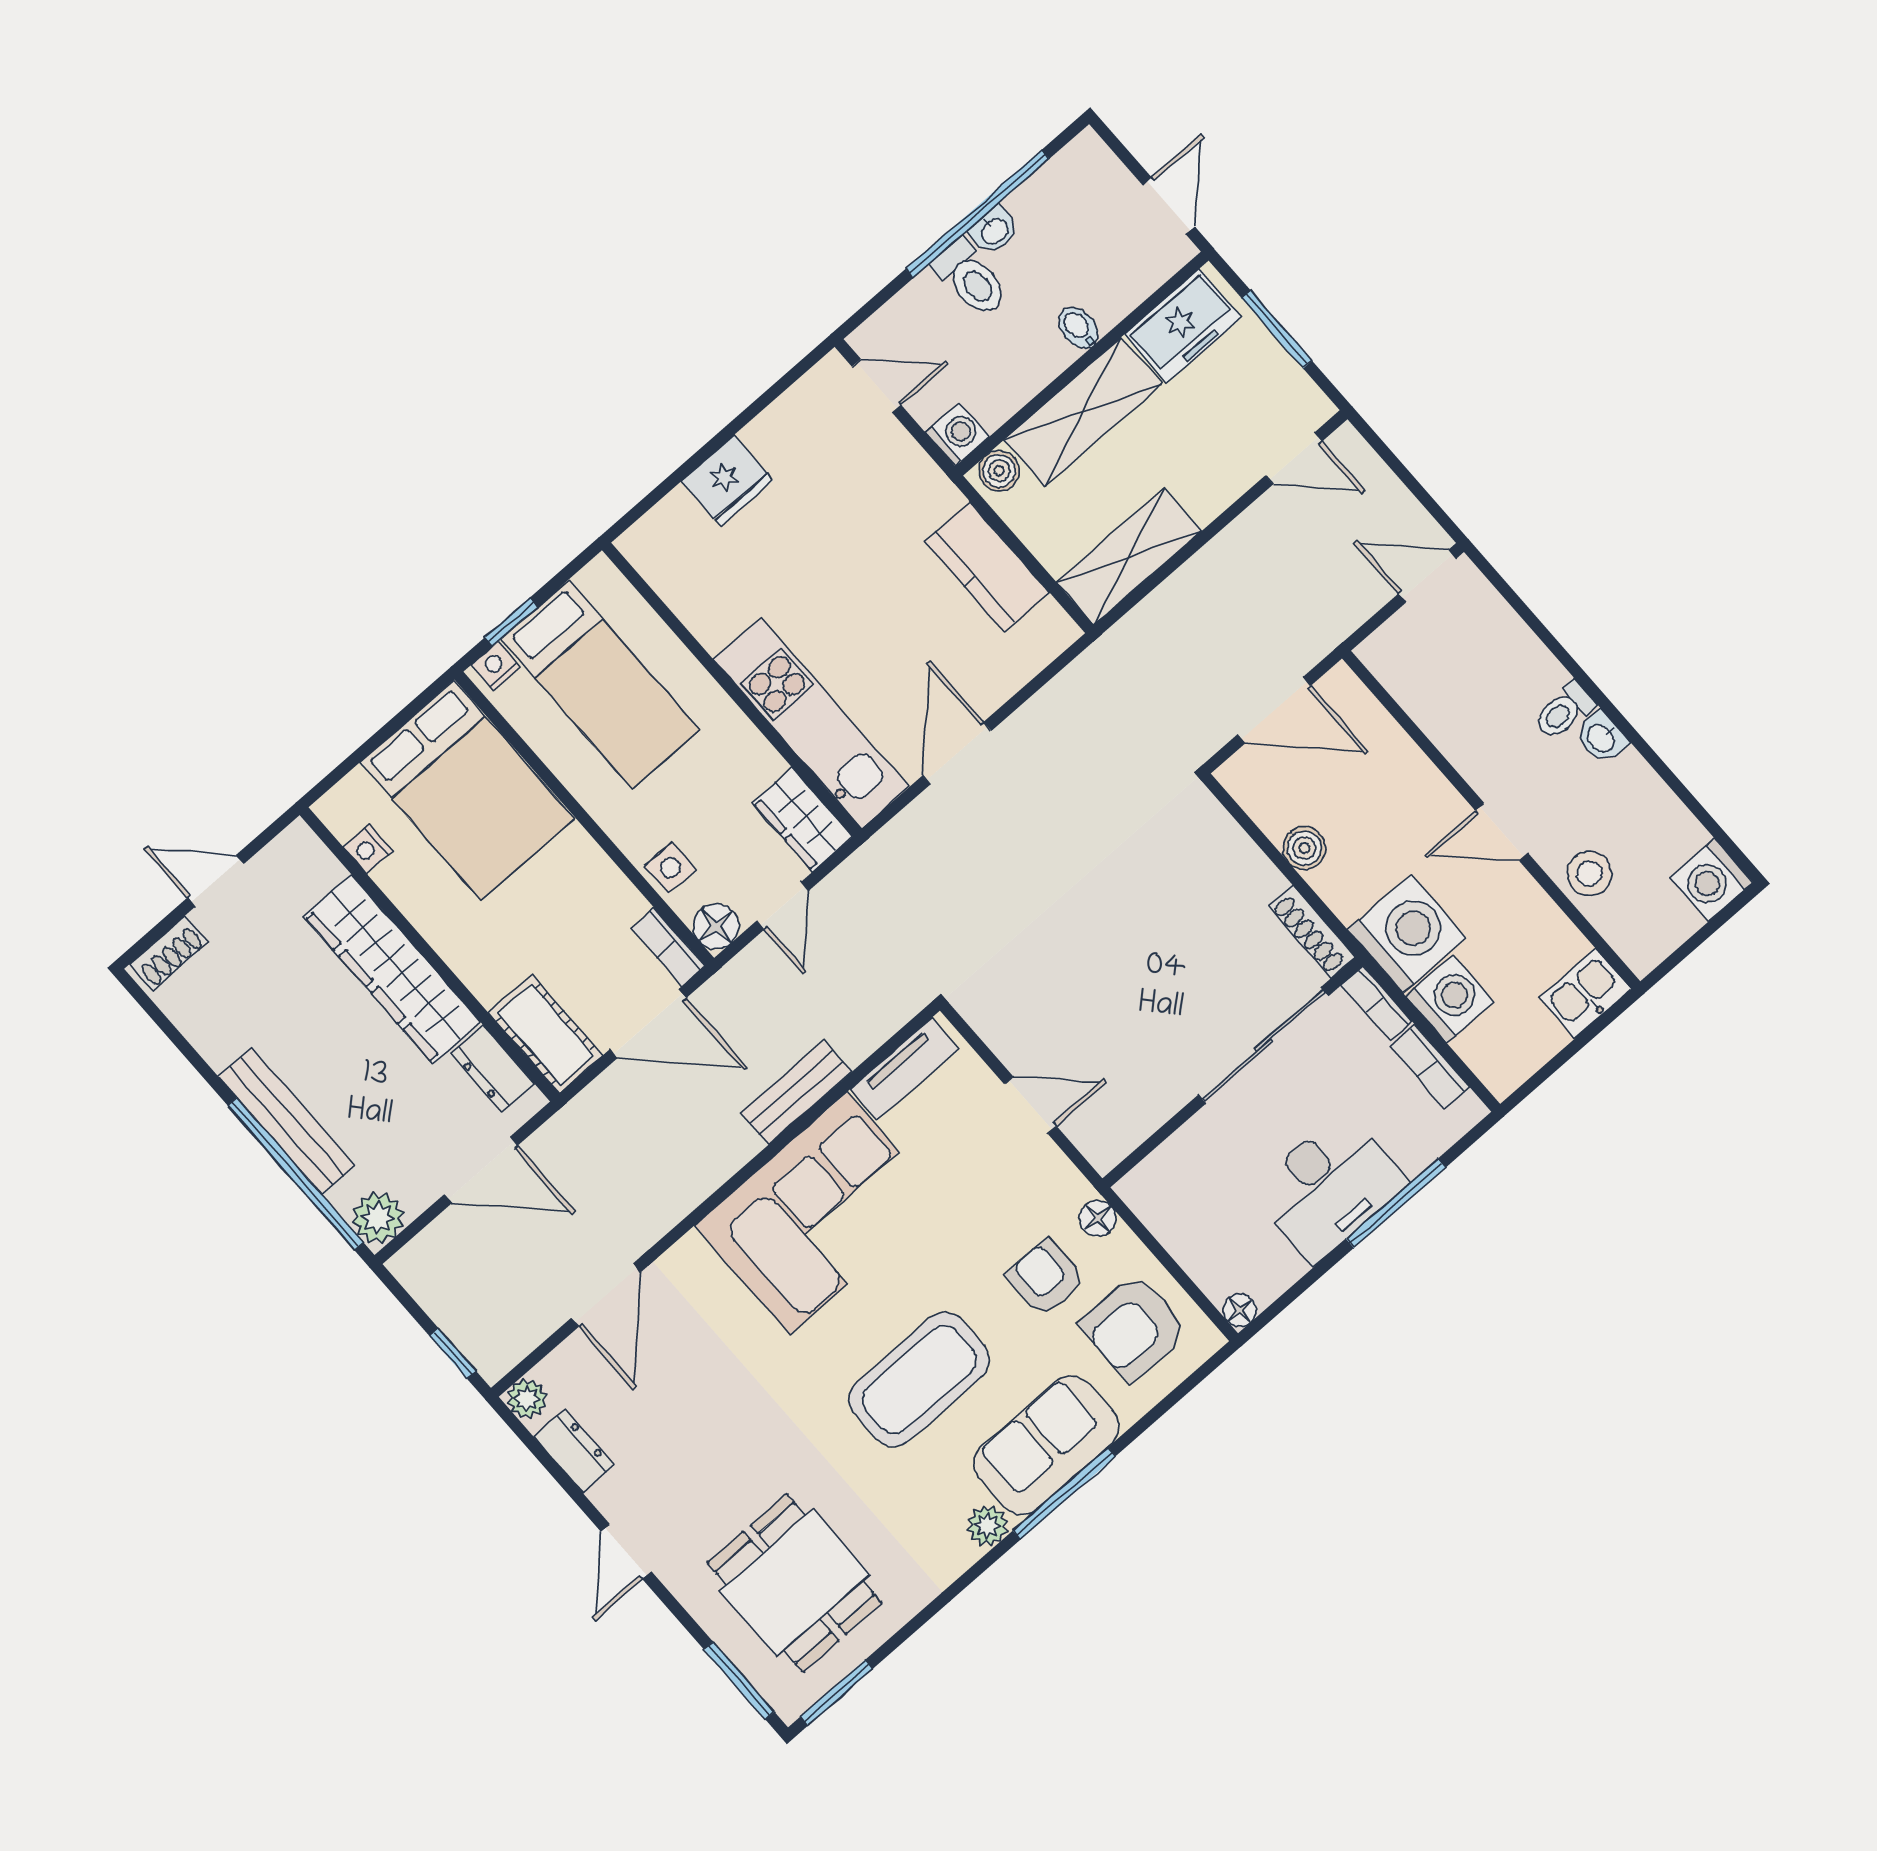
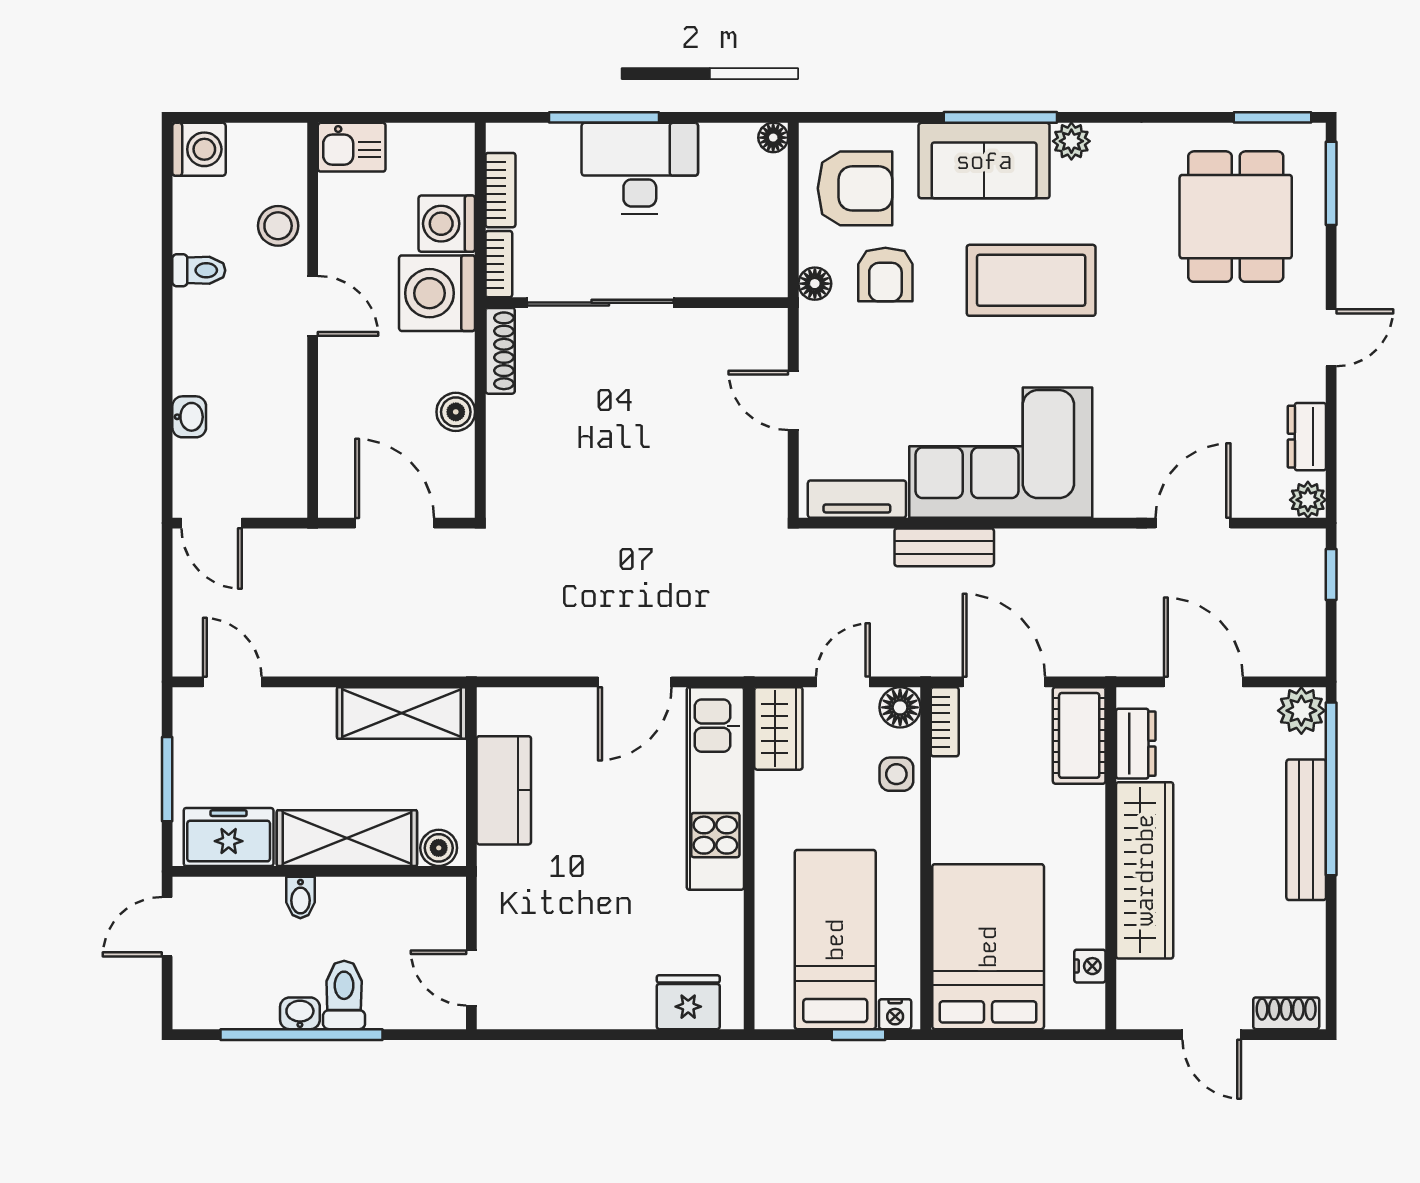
washing machine: (957, 435) -> (446, 897), removed
fridge: (727, 481) -> (688, 1002), moved
toilet: (1564, 711) -> (199, 270), moved
washbasin: (1602, 738) -> (189, 417), moved

